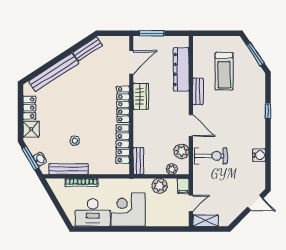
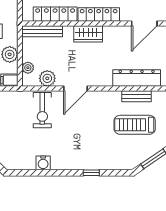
door: (131, 62) -> (144, 24), hinge flipped
bench: (198, 91) -> (136, 96), moved
wardrobe: (141, 96) -> (88, 34), moved
bench: (138, 161) -> (42, 31), width x1.36

